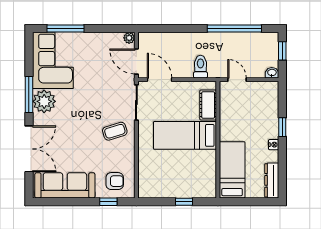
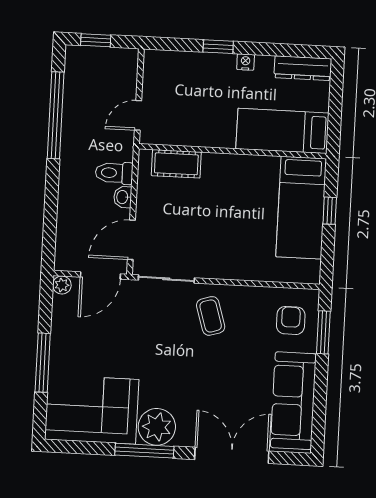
window: (65, 28) -> (43, 363), moved
washbasin: (272, 73) -> (123, 197), moved
bed: (185, 135) -> (301, 208), moved
window: (108, 202) -> (323, 332), width x1.50

